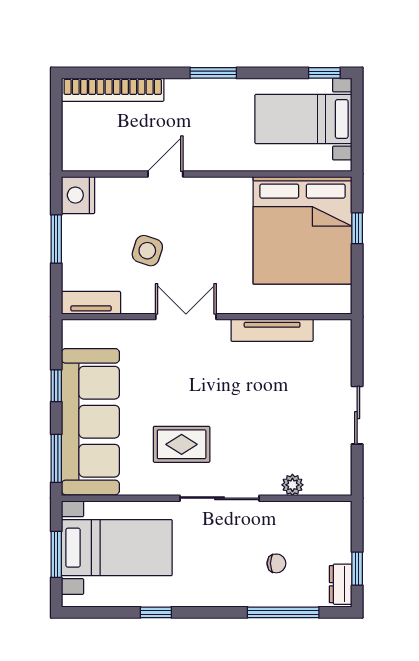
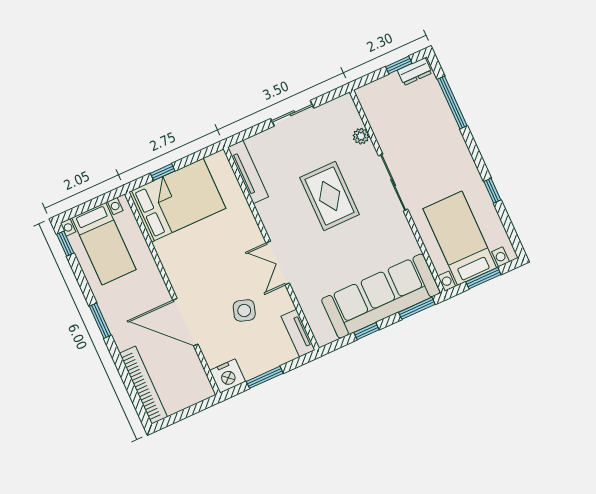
door: (165, 174) -> (185, 322), width x1.88
bed: (302, 230) -> (177, 200), width x0.73
tv unit: (272, 330) -> (248, 172), moved
rug: (182, 444) -> (330, 196), moved, width x1.36, depth x1.43
chair: (276, 563) -> (420, 123), removed

